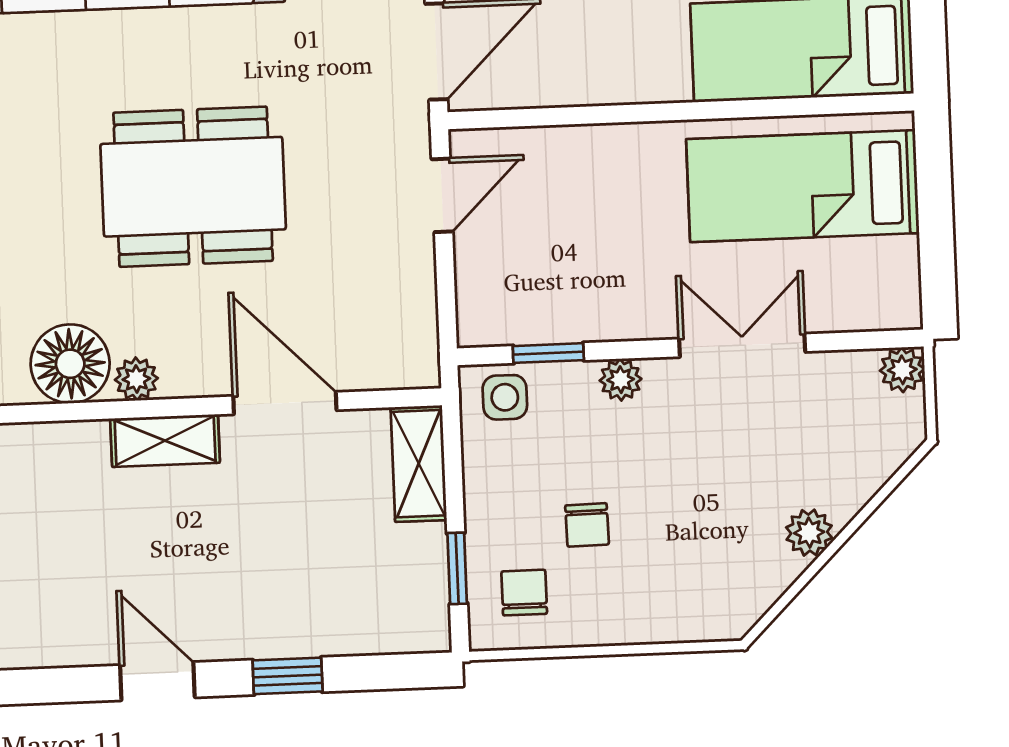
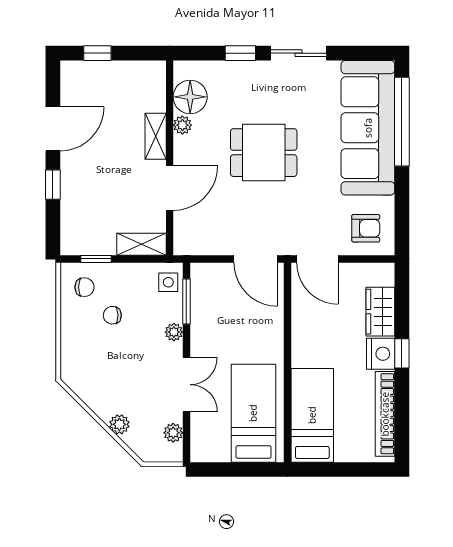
dining table: (193, 187) -> (264, 153), width x0.73
door: (442, 195) -> (256, 259), width x1.38
window: (548, 353) -> (186, 302), width x1.50
plant: (902, 370) -> (173, 433), moved
plant: (809, 533) -> (119, 424), moved
door: (157, 681) -> (53, 129), width x1.38

